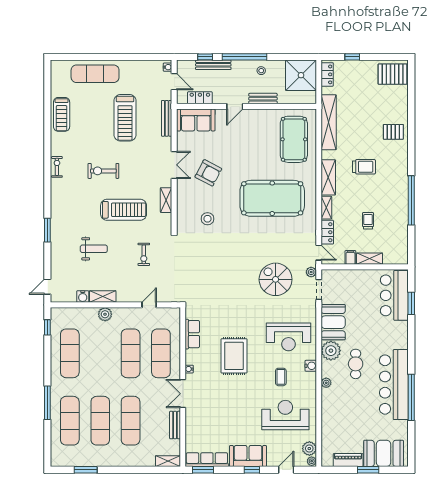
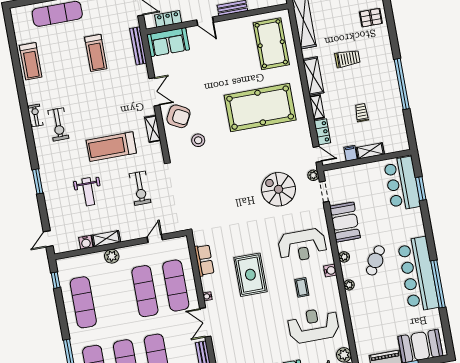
door: (235, 106) -> (205, 21), hinge flipped
treadmill: (125, 118) -> (96, 53), width x0.73, depth x0.73
exercise bike: (103, 171) -> (58, 124), moved, turned -90
armchair: (208, 173) -> (179, 116), moved
treadmill: (124, 210) -> (111, 147), turned 180
weight bench: (94, 249) -> (88, 192), turned 90
exercise bike: (144, 254) -> (140, 188), width x1.38, depth x1.39
plant: (331, 351) -> (344, 257), width x0.53, depth x0.53
cafe table: (356, 364) -> (375, 260), turned 31

